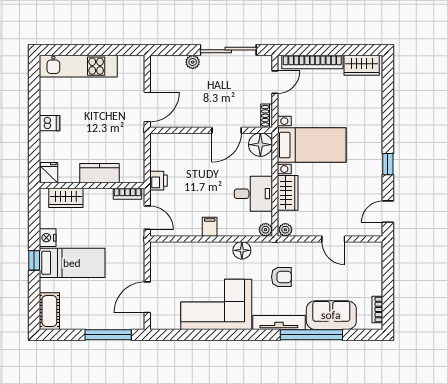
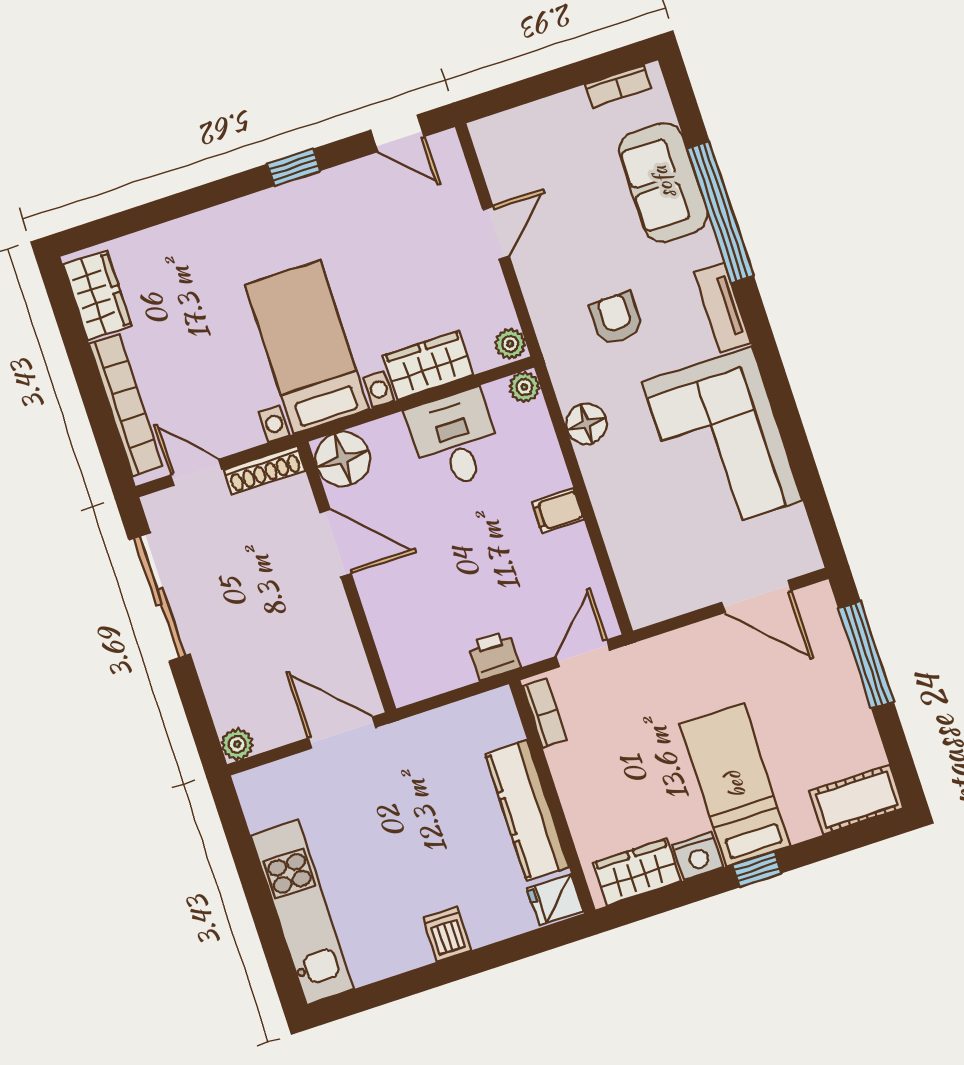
plant: (193, 62) -> (237, 744), moved
shoe rack: (267, 116) -> (264, 470), width x1.43
kitchen counter: (100, 173) -> (527, 810), width x1.50
wardrobe: (66, 198) -> (637, 872), moved, turned -90
tv unit: (279, 322) -> (722, 308), width x0.71

